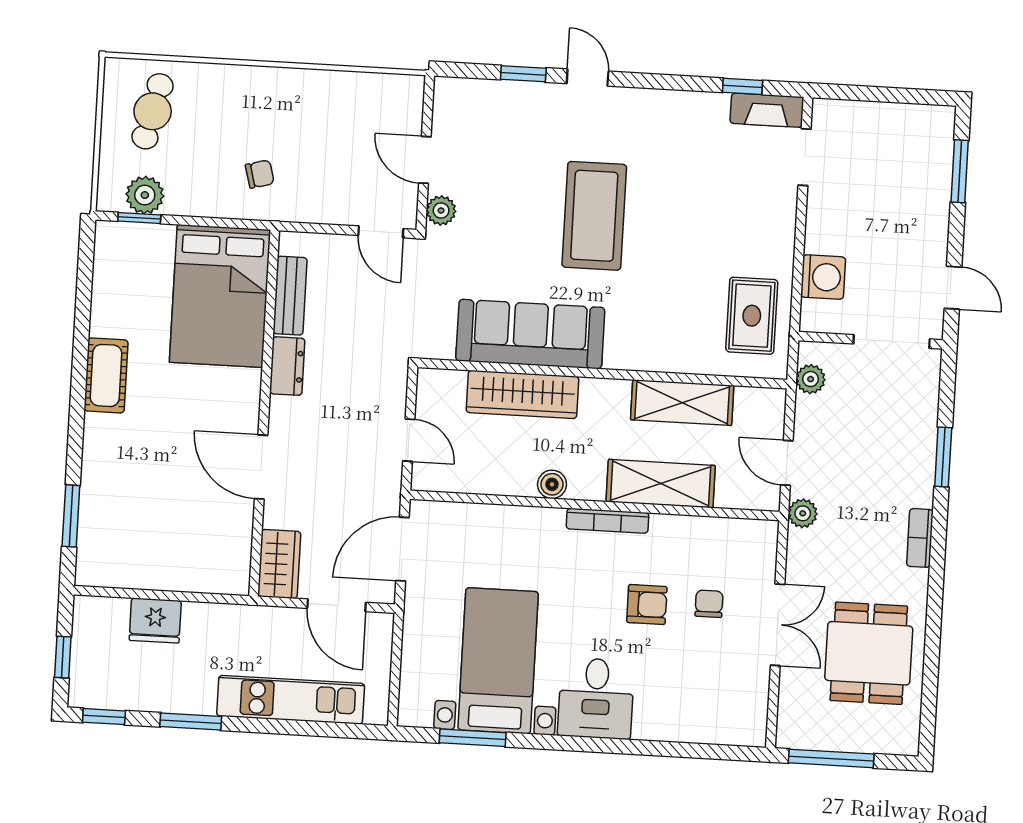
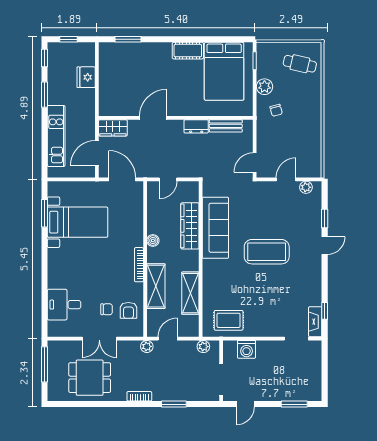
plant: (145, 195) -> (265, 87), moved
plant: (441, 210) -> (306, 187), moved
bed: (220, 296) -> (224, 71), moved, turned -90
armchair: (647, 604) -> (128, 310), moved
desk: (596, 698) -> (64, 305), moved

